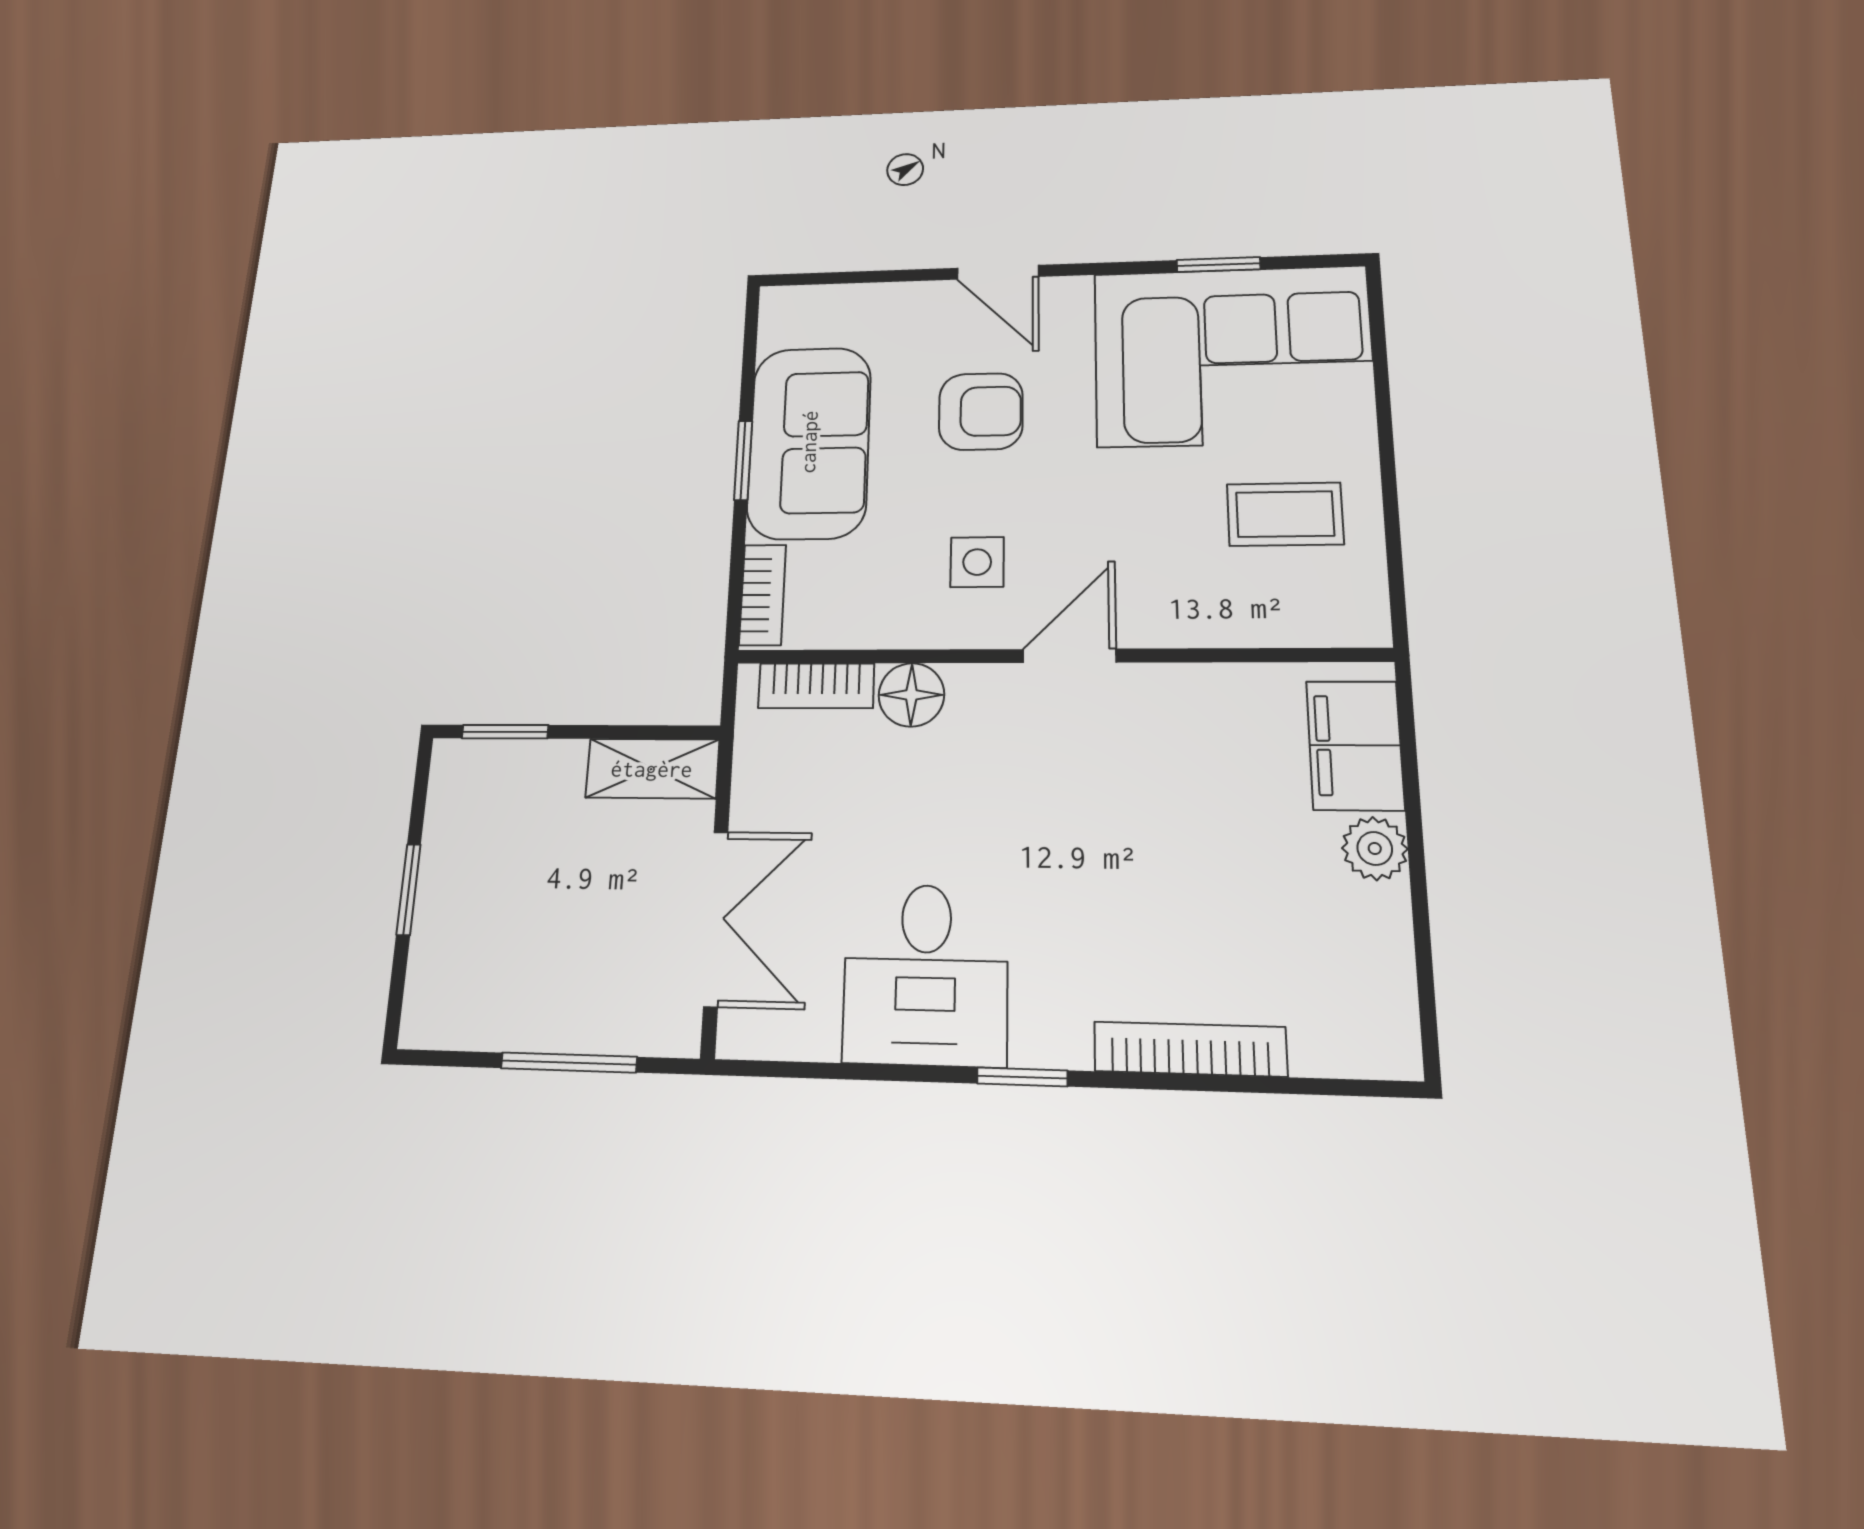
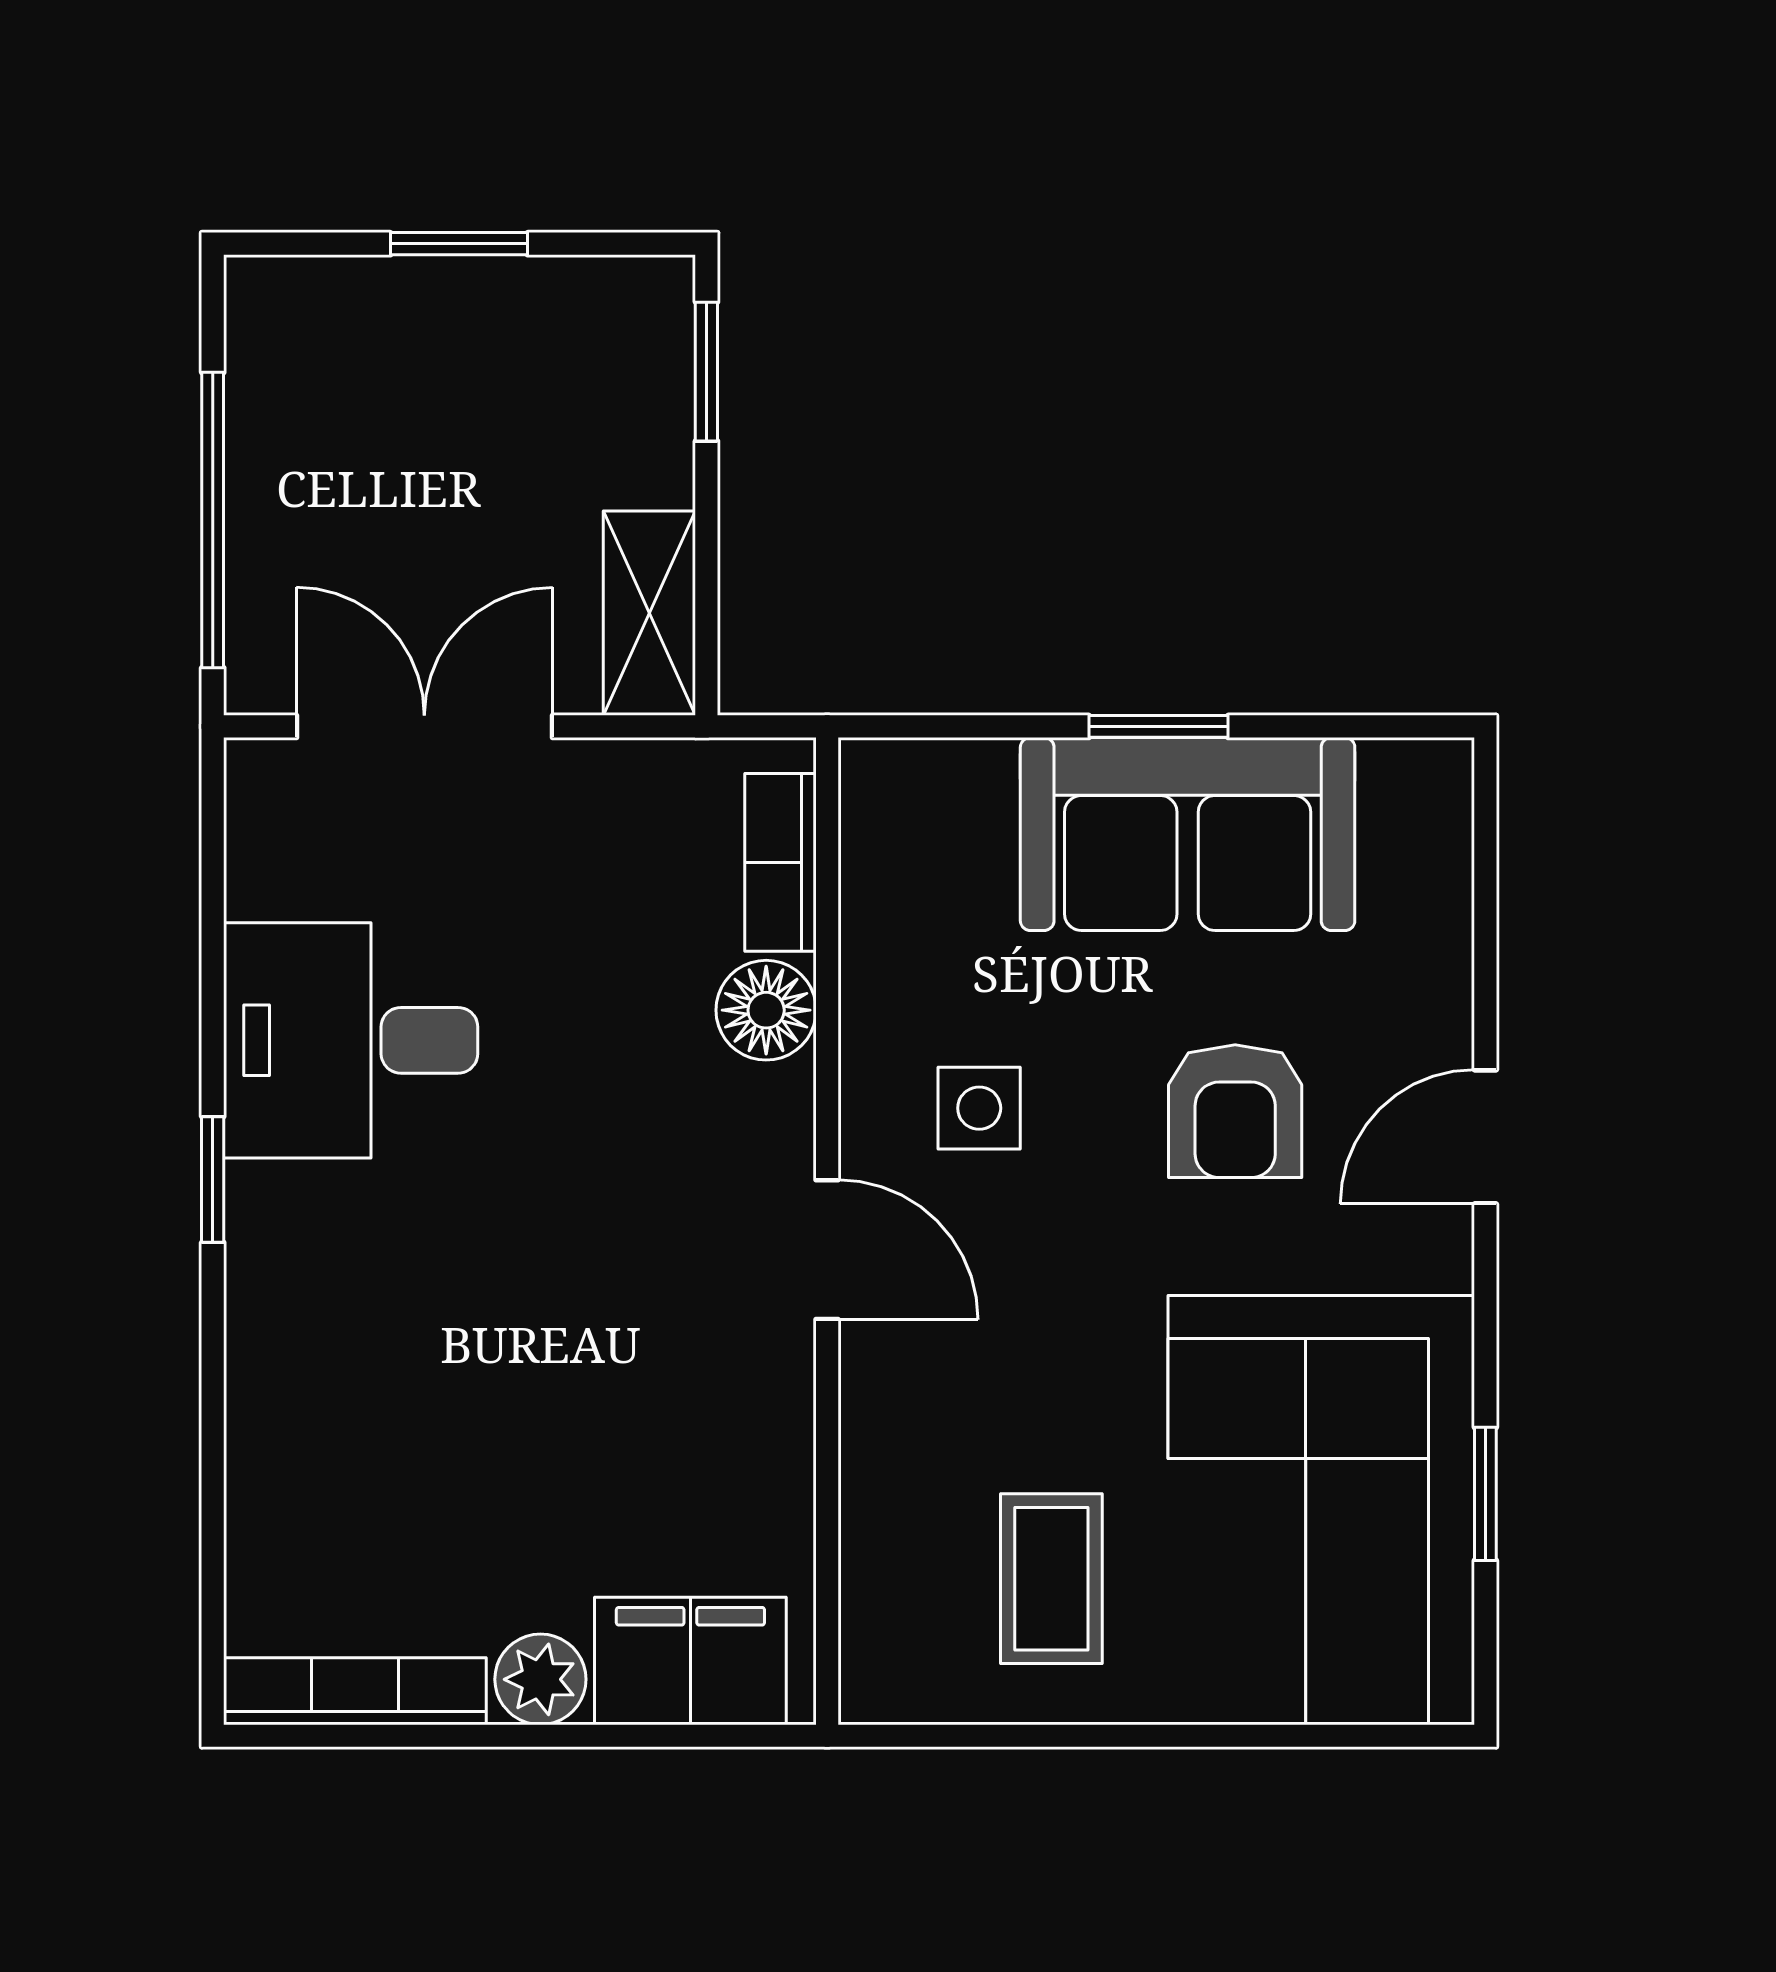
bookcase: (763, 595) -> (928, 771), removed
double door: (716, 918) -> (424, 726), swing flipped
bookcase: (1190, 1049) -> (355, 1691), moved, turned -90
window: (569, 1062) -> (213, 520), width x1.44

